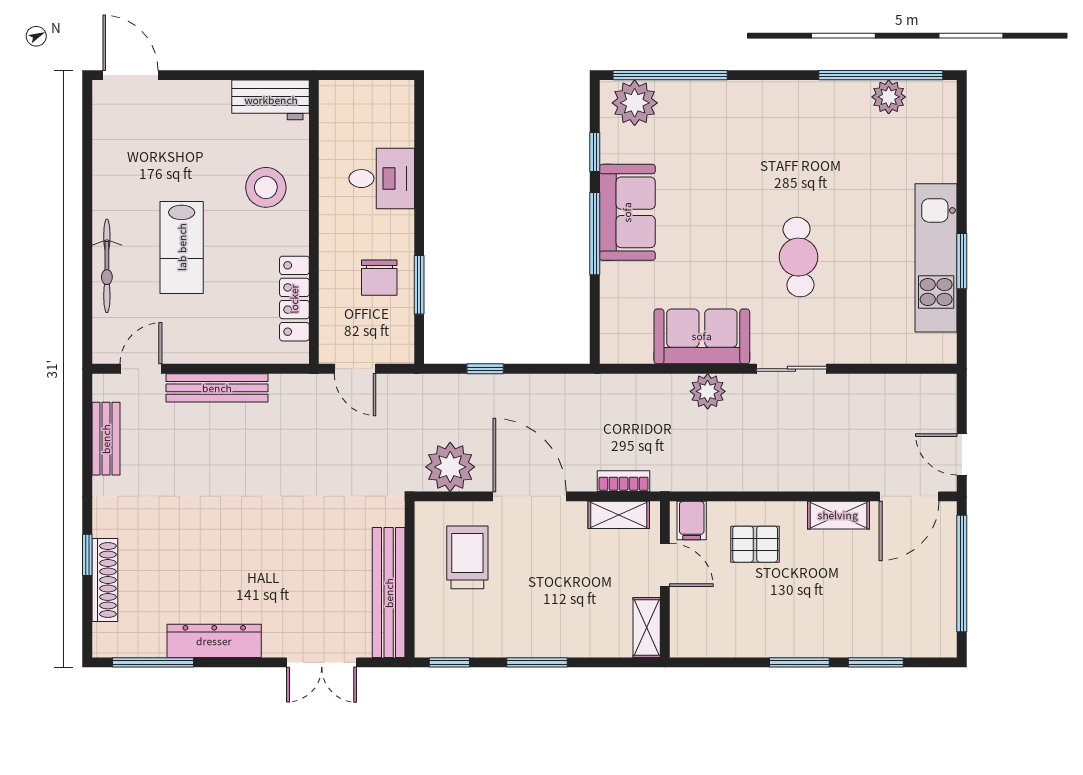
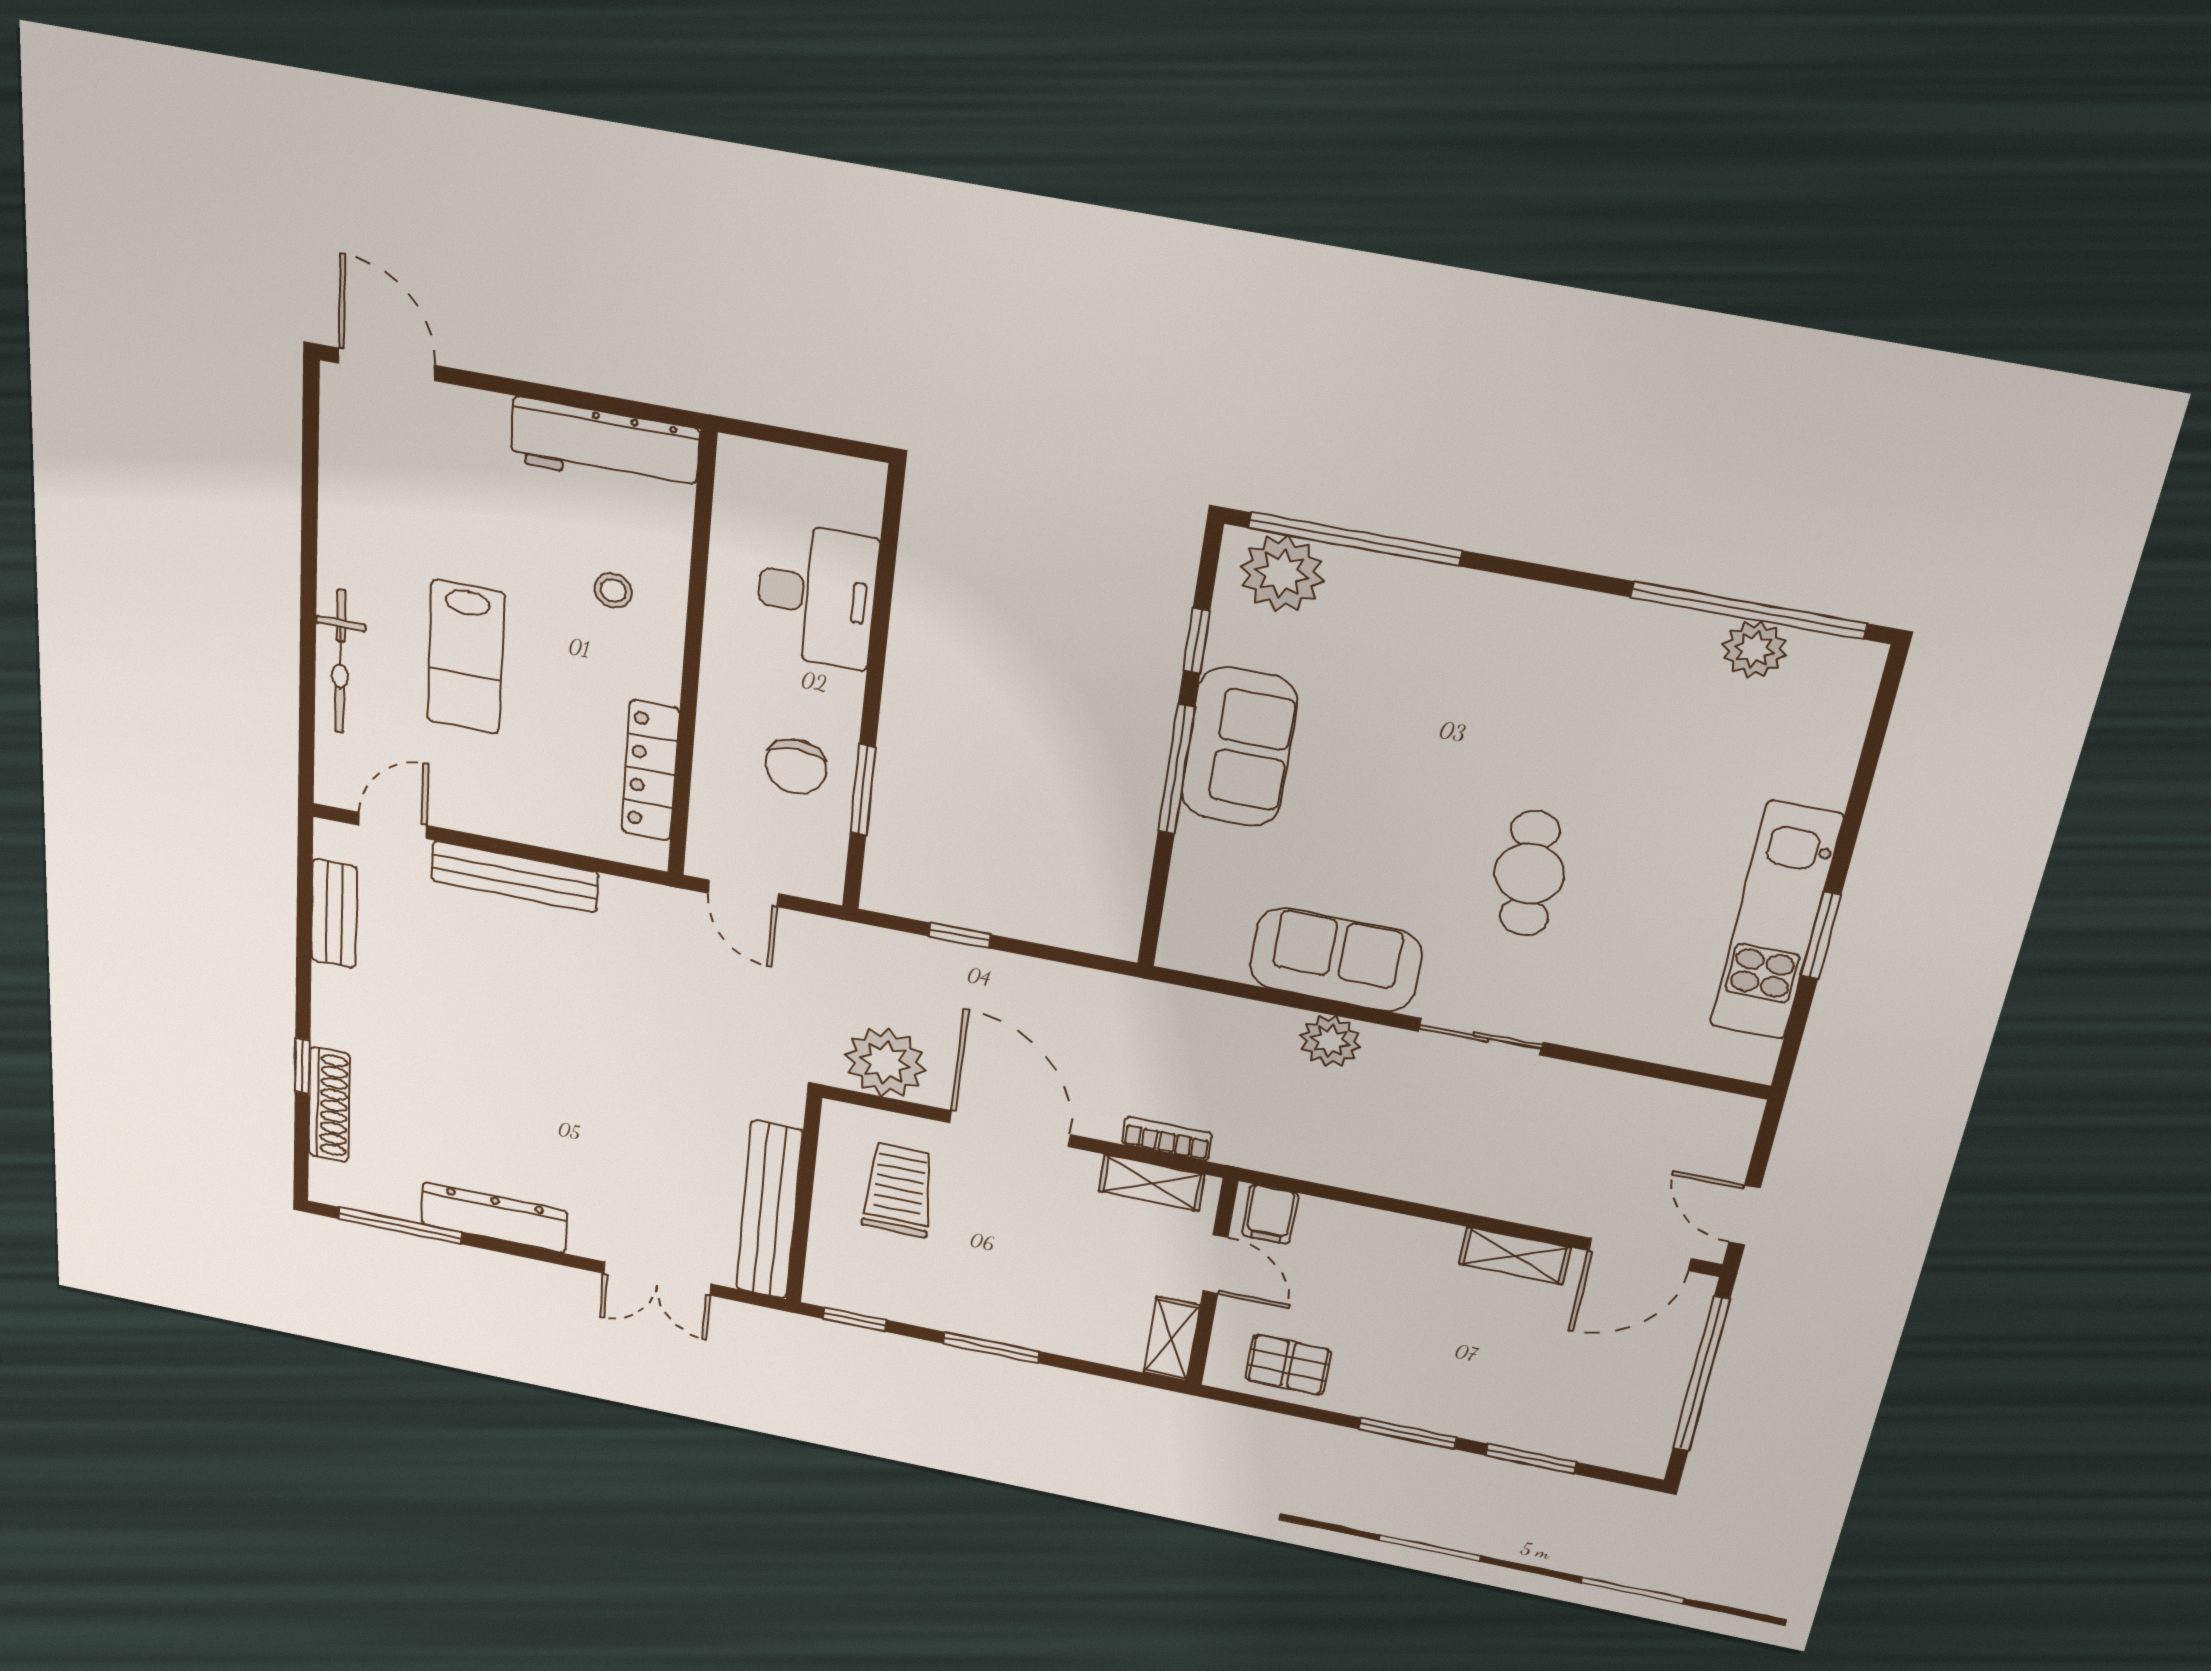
workbench: (271, 100) -> (605, 445), width x1.38
desk: (382, 179) -> (816, 596), width x1.37
stool: (266, 187) -> (613, 590), width x0.53, depth x0.53
pallet: (755, 544) -> (1288, 1365), moved

